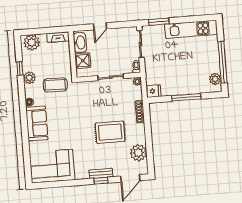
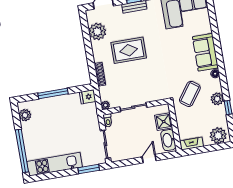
window: (223, 62) -> (22, 151), moved
coffee table: (55, 85) -> (190, 94), turned -55

